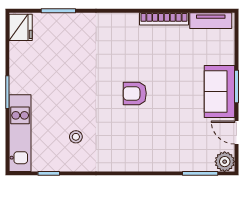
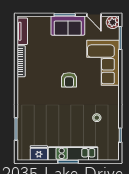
fridge: (21, 27) -> (39, 153), moved
door: (236, 132) -> (94, 15), hinge flipped
kitchen unit: (20, 133) -> (73, 153), moved
corner sofa: (161, 146) -> (103, 63), added

